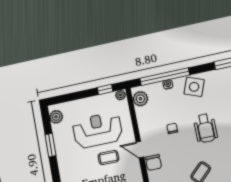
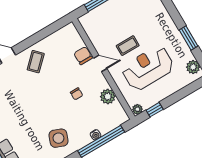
side table: (194, 87) -> (58, 138), moved
plant: (140, 99) -> (108, 96), moved
wheelchair: (205, 128) -> (45, 105), removed
reception desk: (97, 130) -> (148, 68), turned 180

